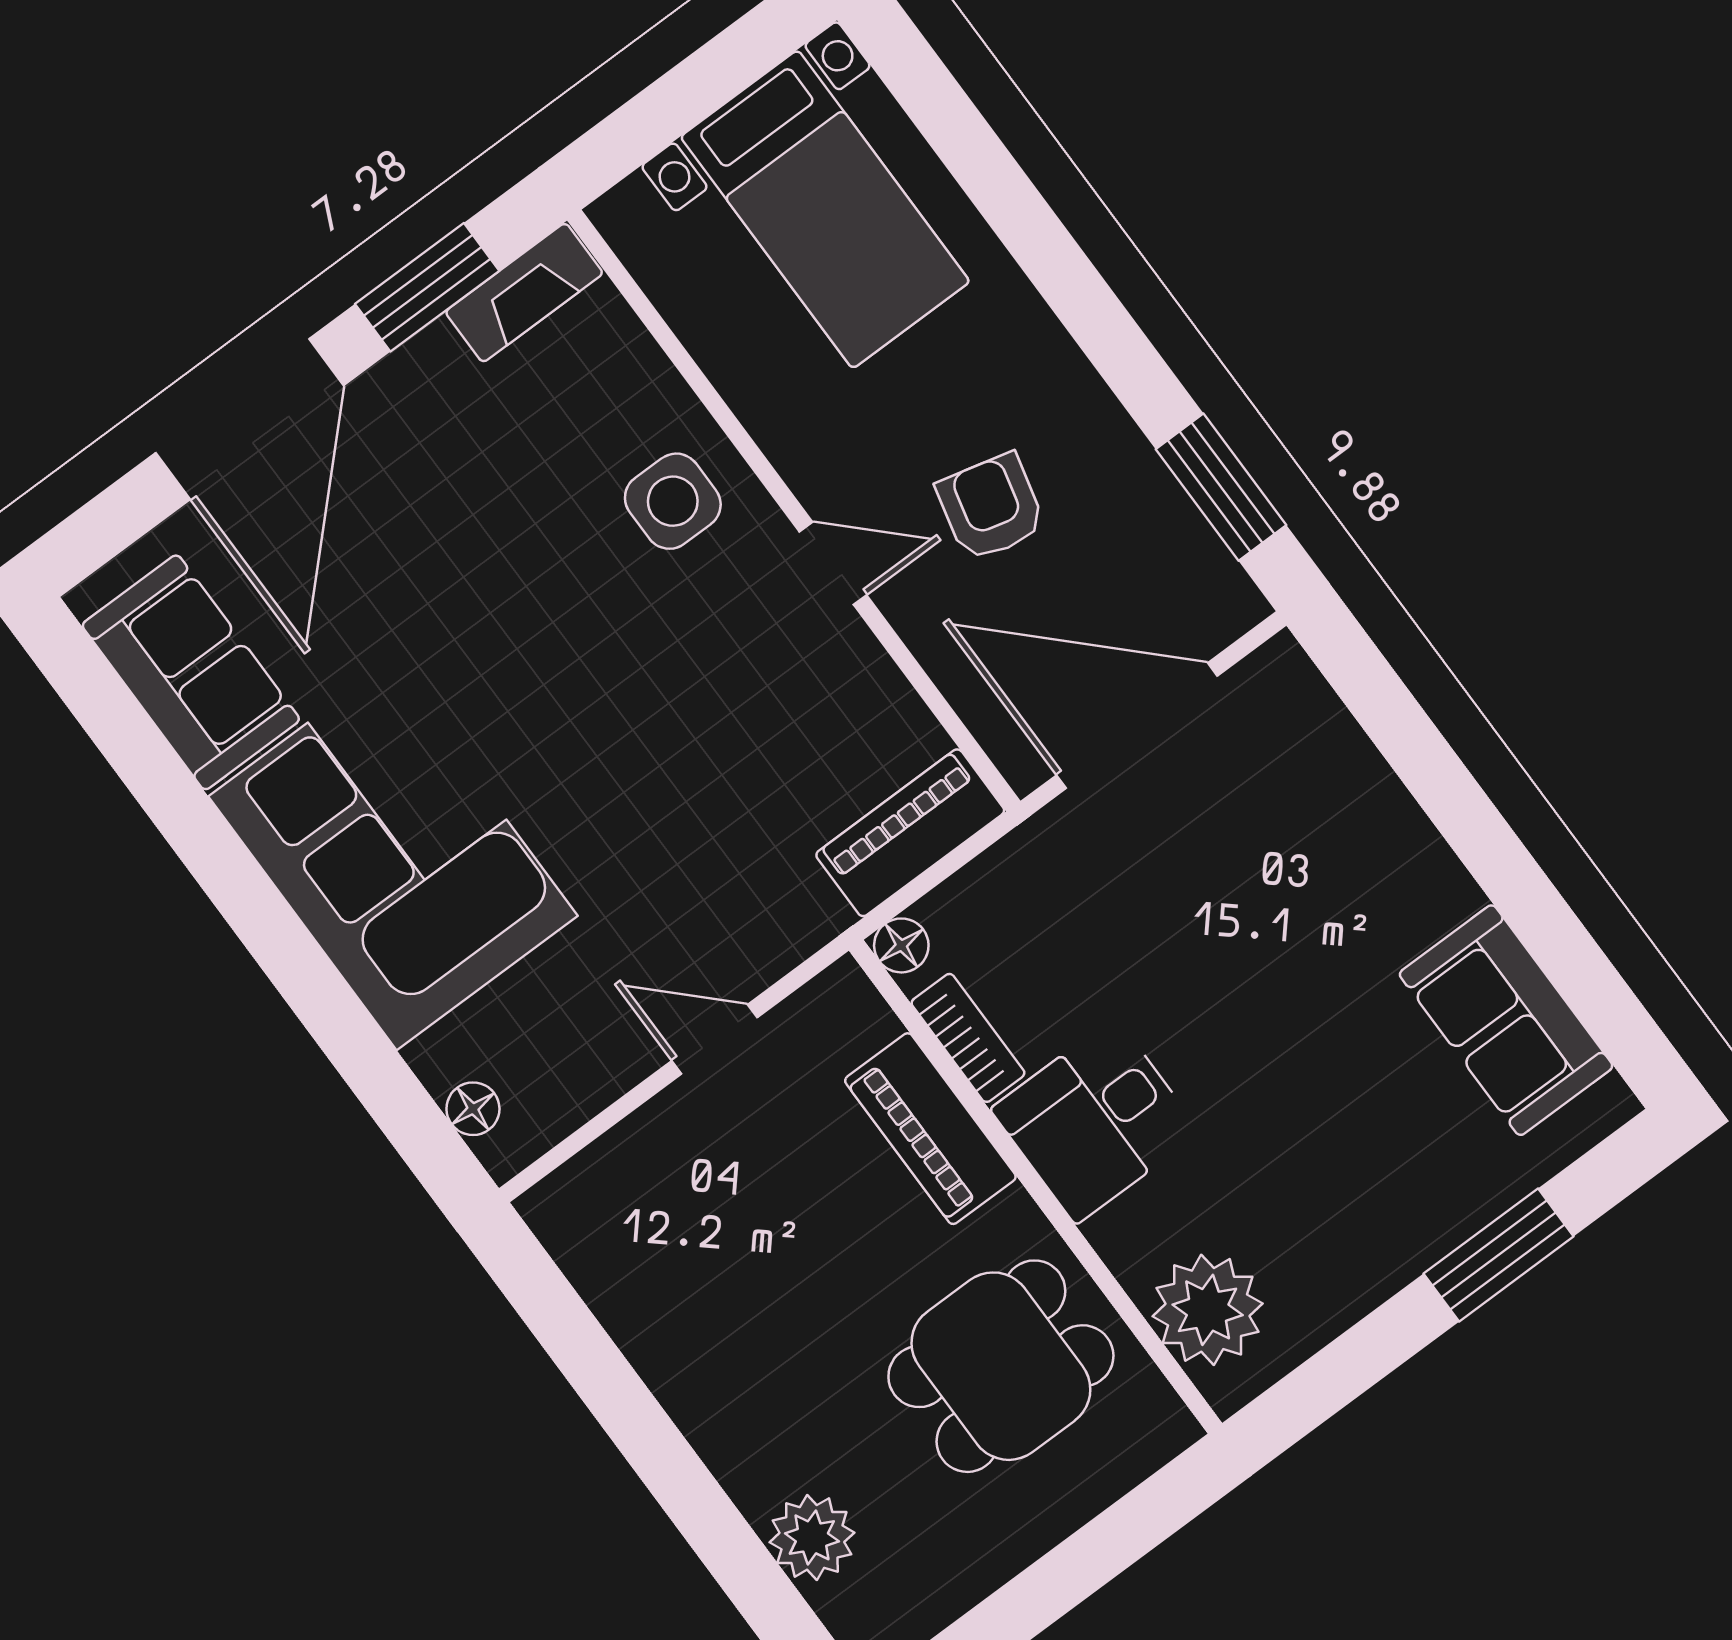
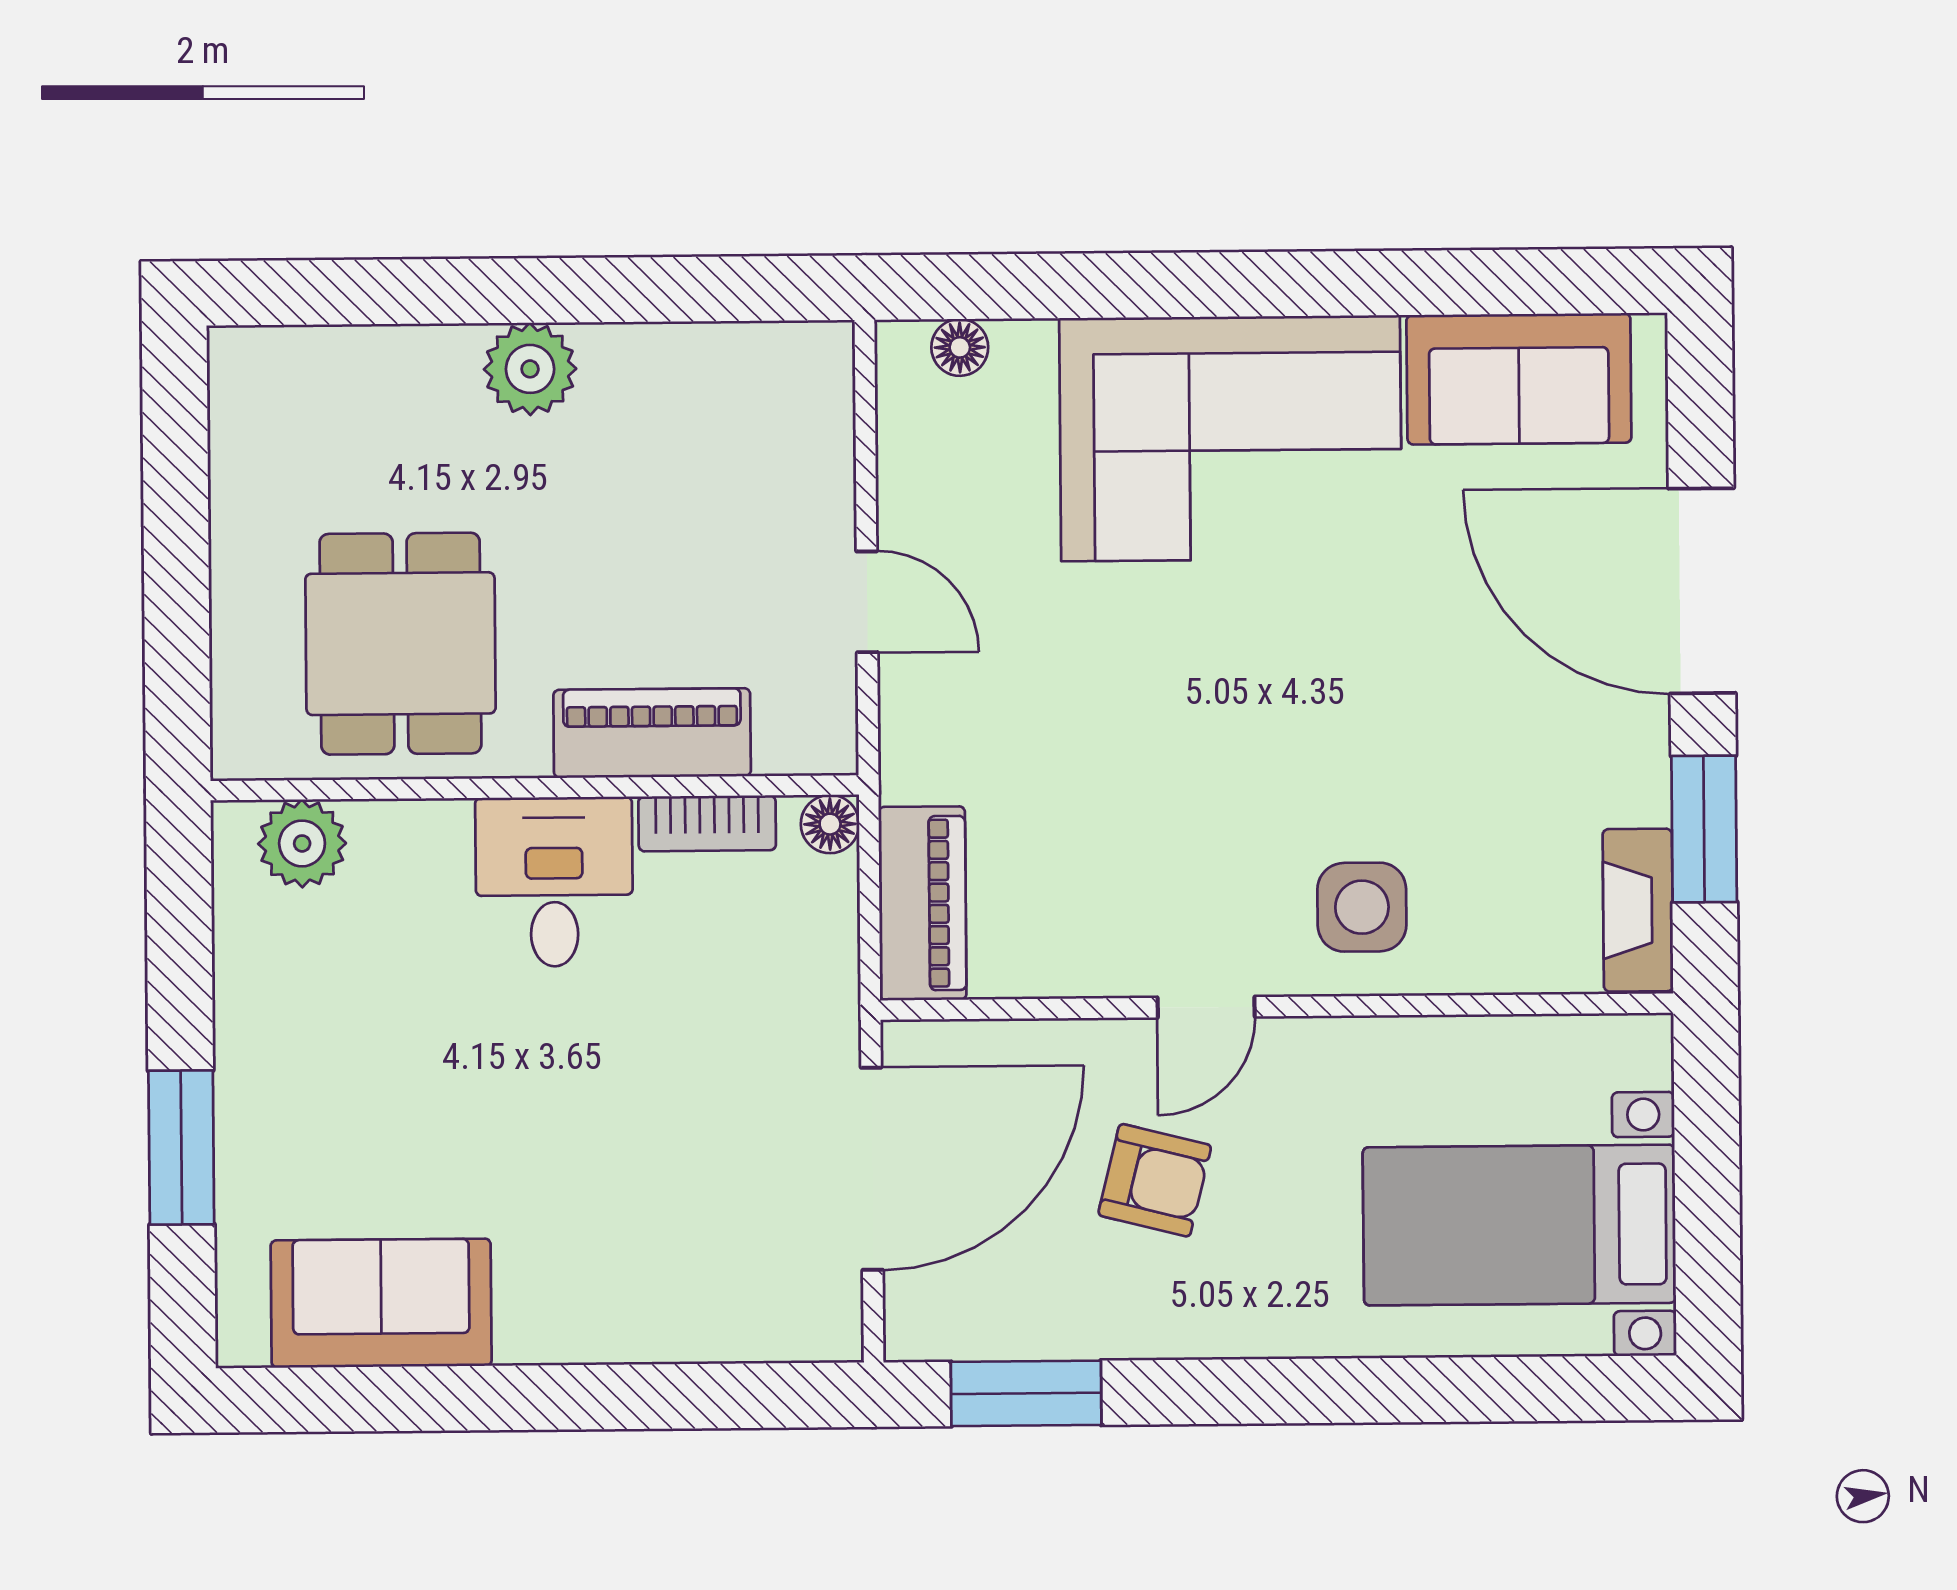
door: (715, 1039) -> (867, 602), hinge flipped
plant: (1208, 1310) -> (302, 843), width x0.73, depth x0.73
plant: (812, 1537) -> (530, 369), moved

